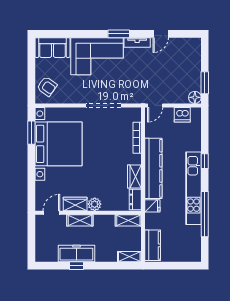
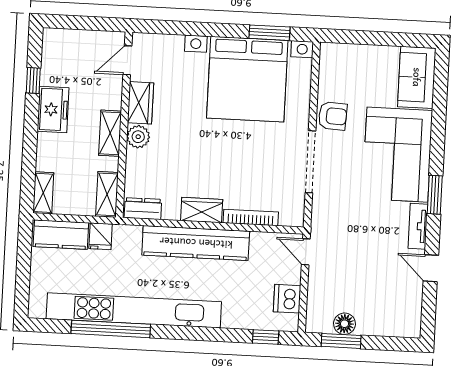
armchair: (47, 86) -> (333, 116), moved, turned -122
floor lamp: (195, 97) -> (344, 324), moved
window: (205, 161) -> (266, 337), moved
wardrobe: (134, 176) -> (202, 210), moved
kitchen unit: (193, 188) -> (134, 310), width x1.36
fridge: (152, 206) -> (101, 236), moved
door: (51, 213) -> (127, 60), swing flipped
shelving: (80, 220) -> (110, 133), moved
freezer: (76, 254) -> (53, 110), width x0.71
window: (77, 266) -> (33, 80), moved

